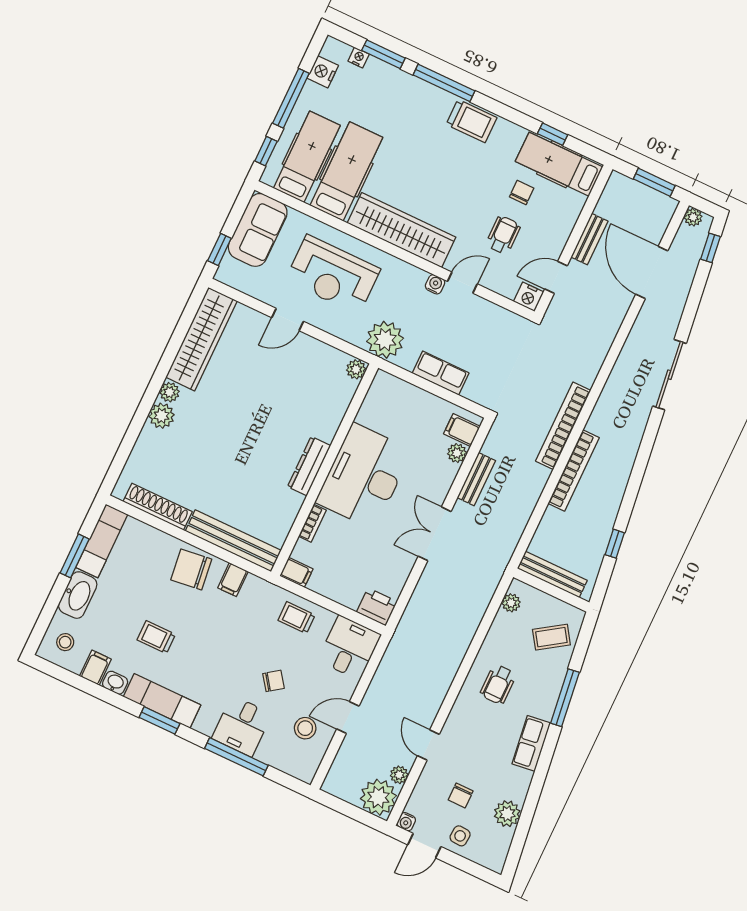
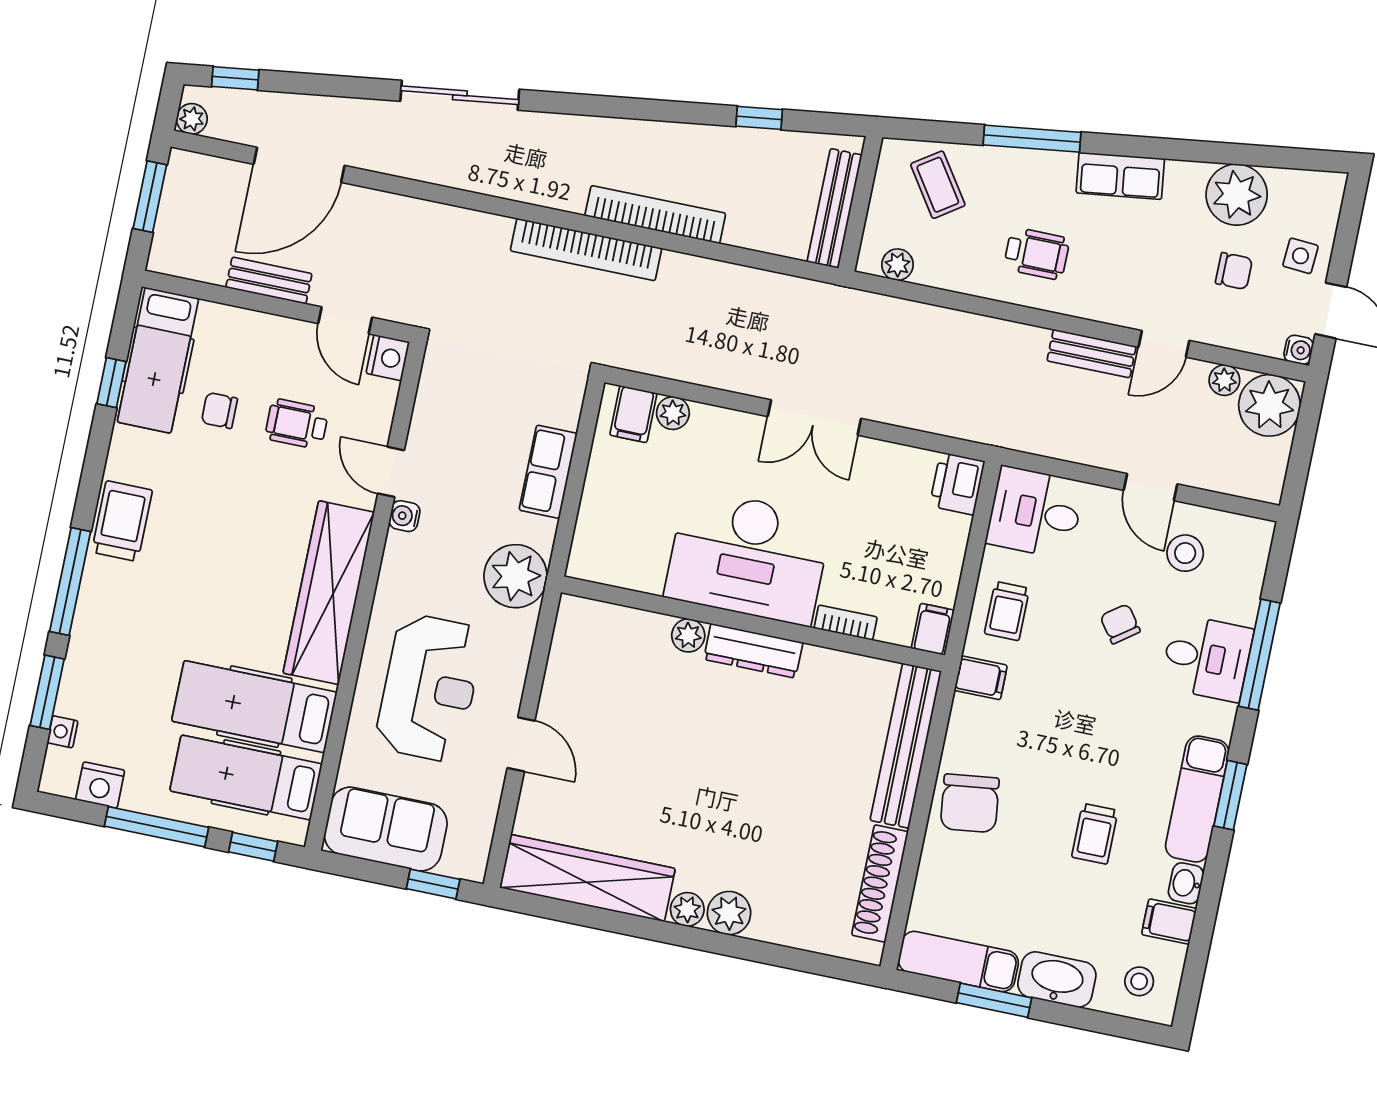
plant: (356, 369) -> (688, 635), moved
bench: (476, 479) -> (1092, 354), moved
filing cabinet: (233, 580) -> (981, 678), moved
plant: (507, 814) -> (1237, 195), width x1.36, depth x1.36

